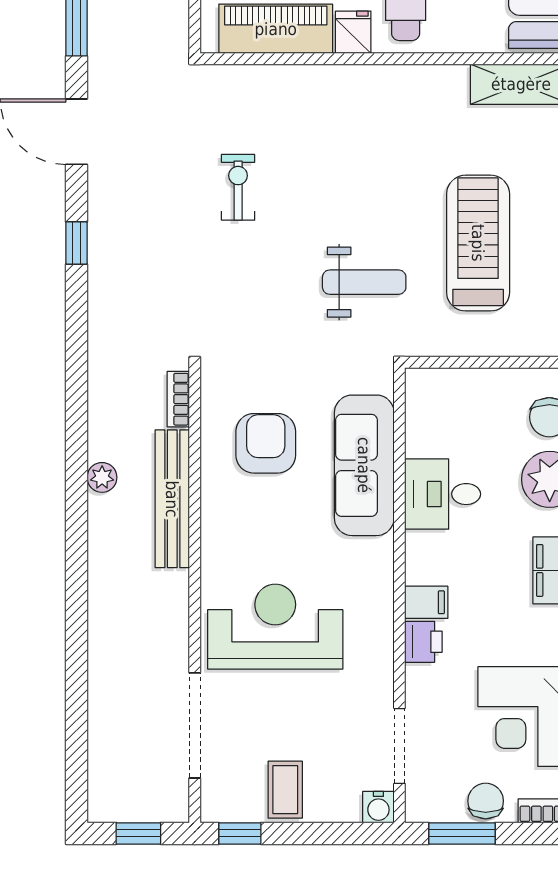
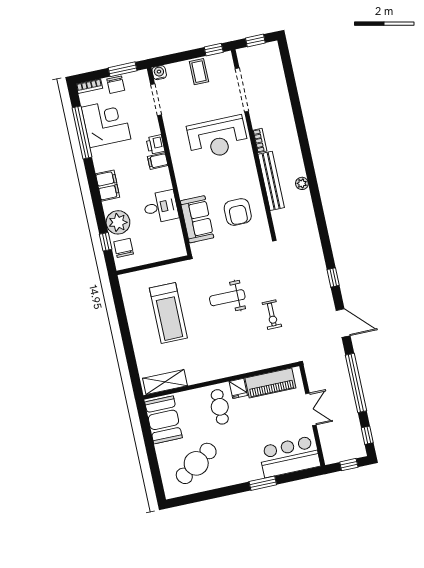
weight bench: (364, 282) -> (227, 298), moved
bookcase: (178, 399) -> (260, 141), moved
sofa: (364, 465) -> (197, 219), width x0.73

